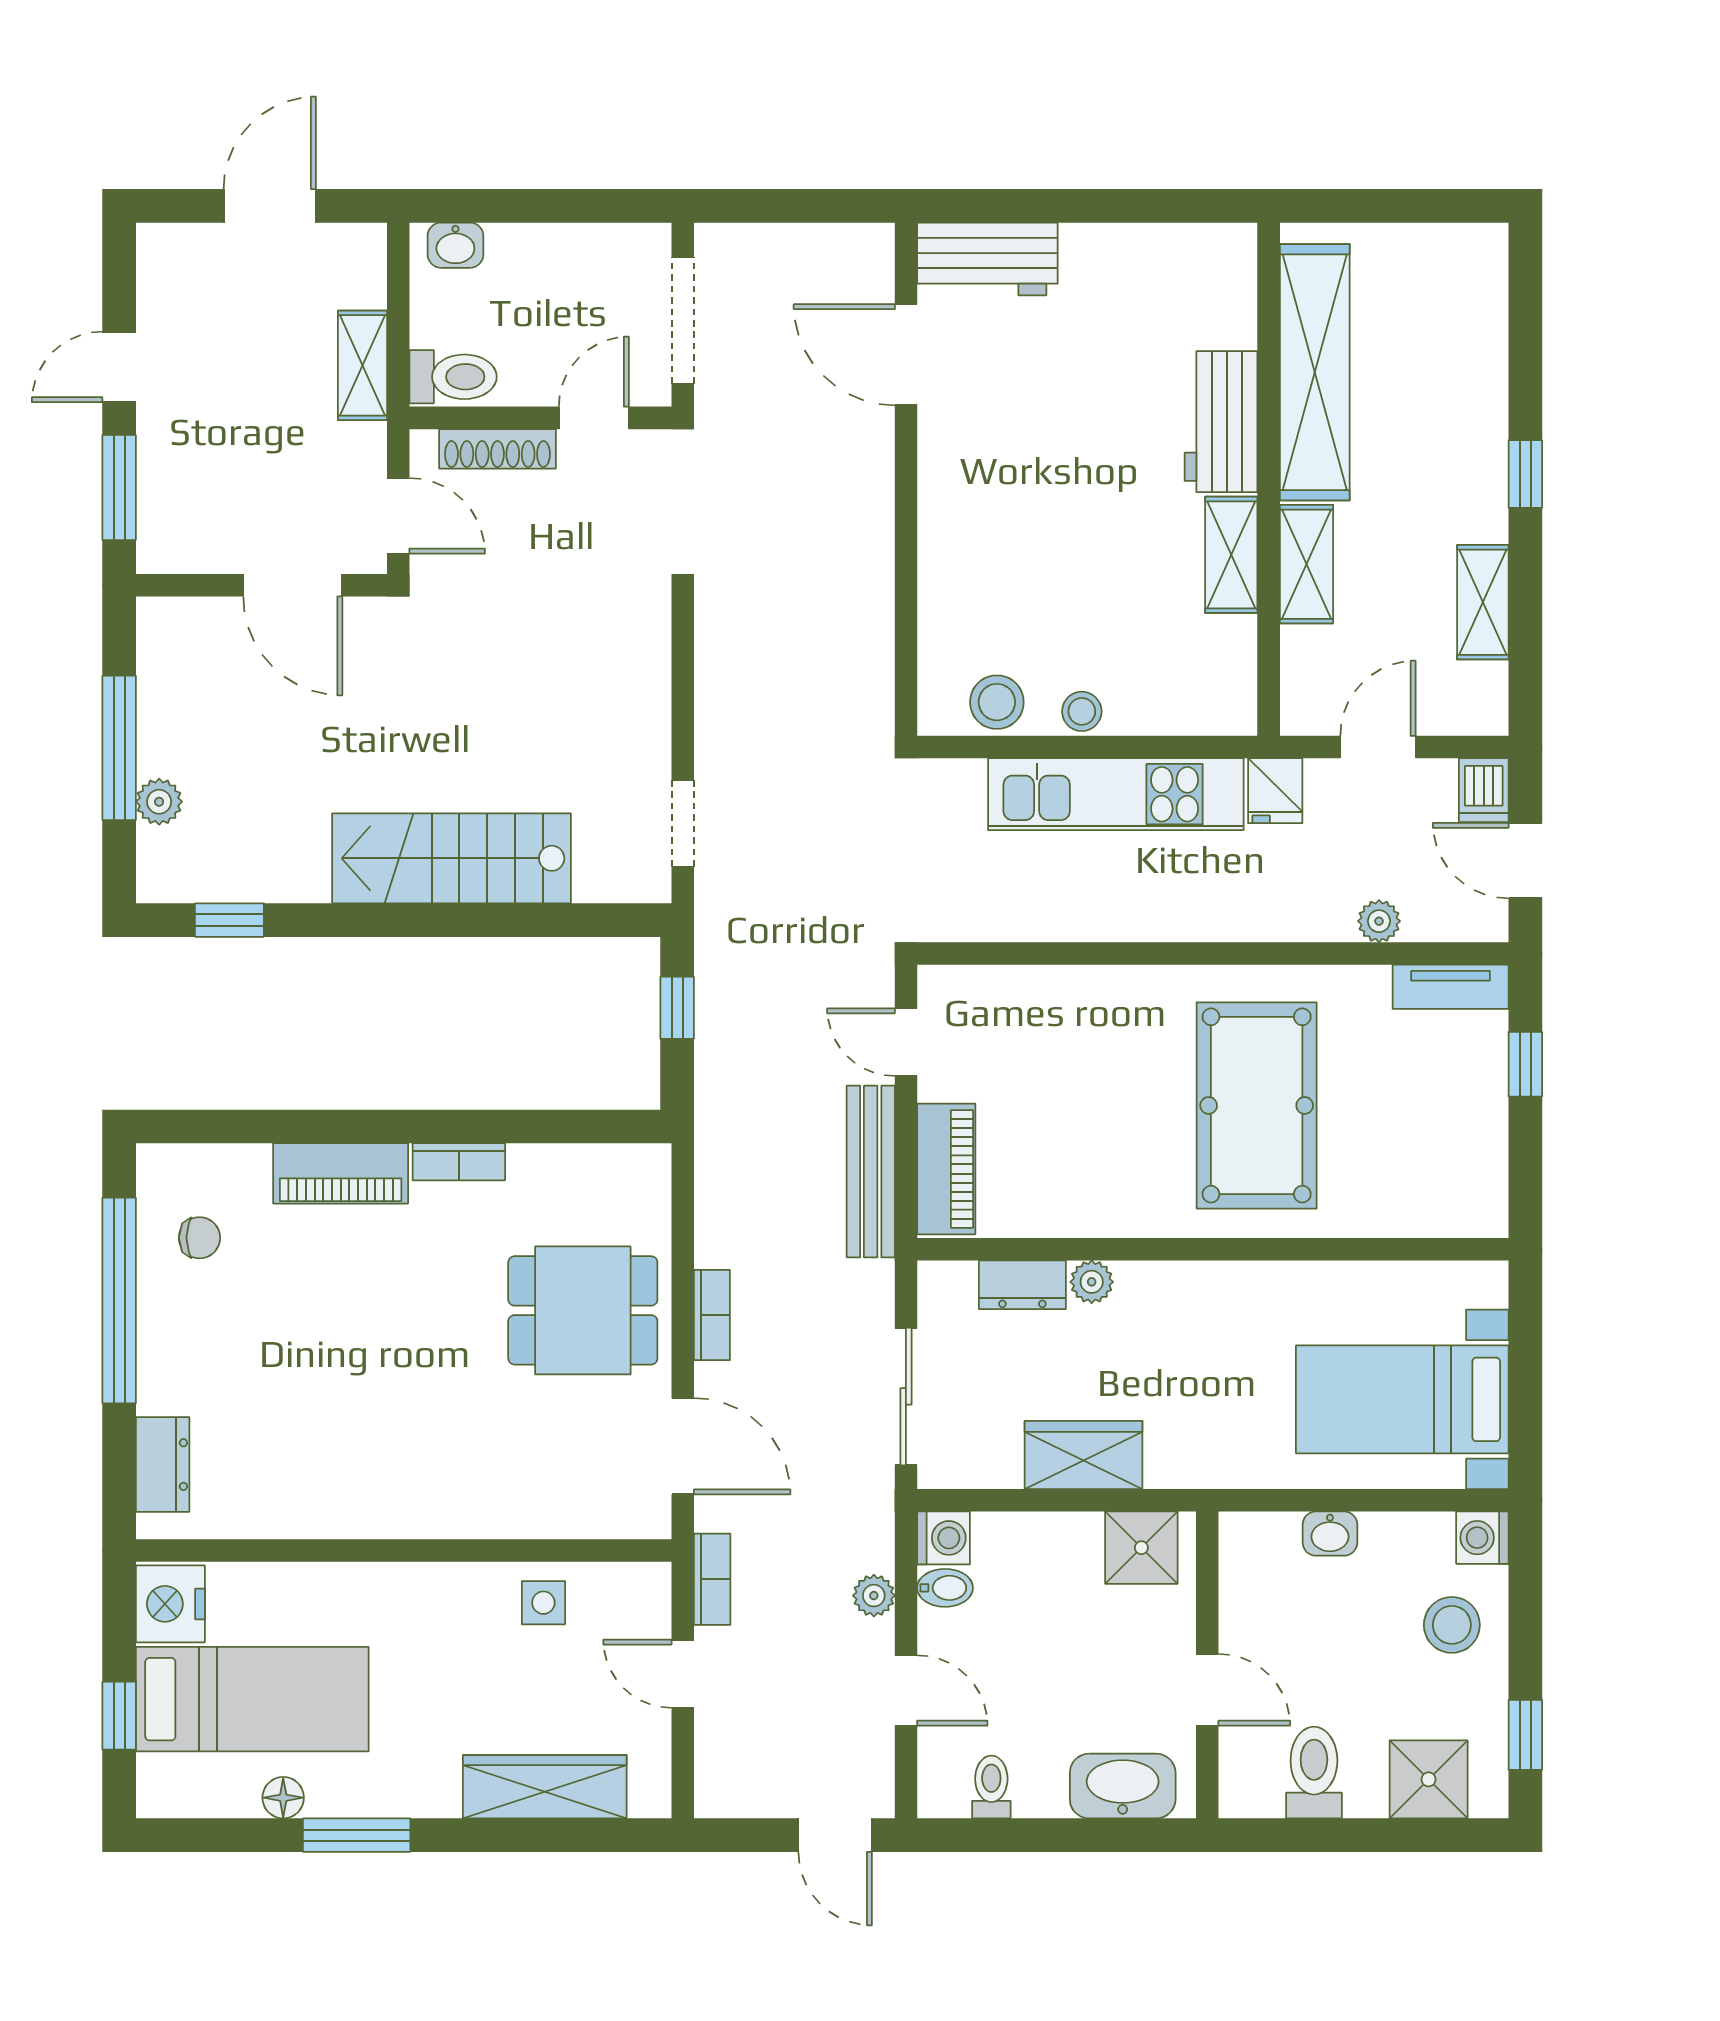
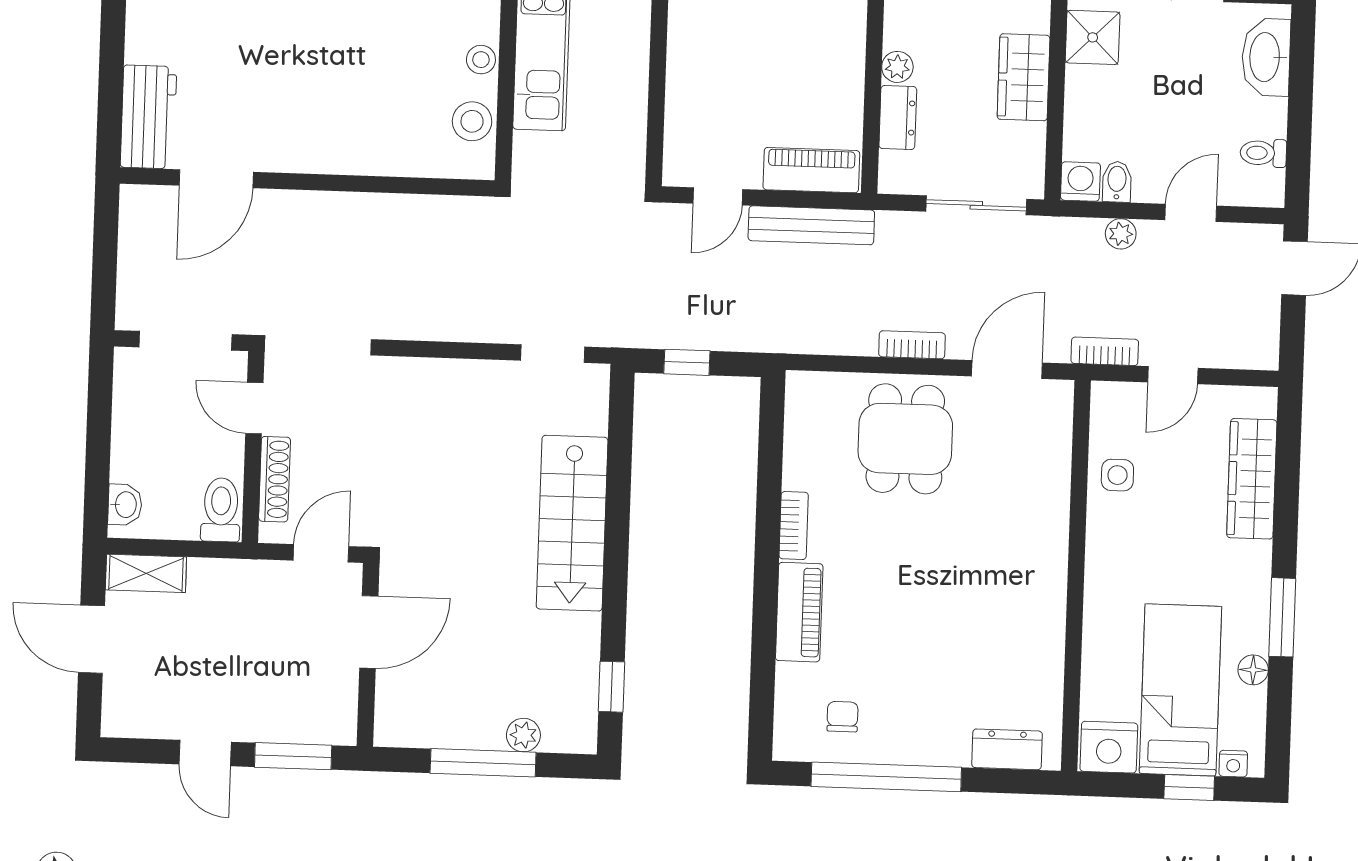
shelving: (362, 365) -> (146, 573), moved
nightstand: (154, 1775) -> (1233, 764), added

